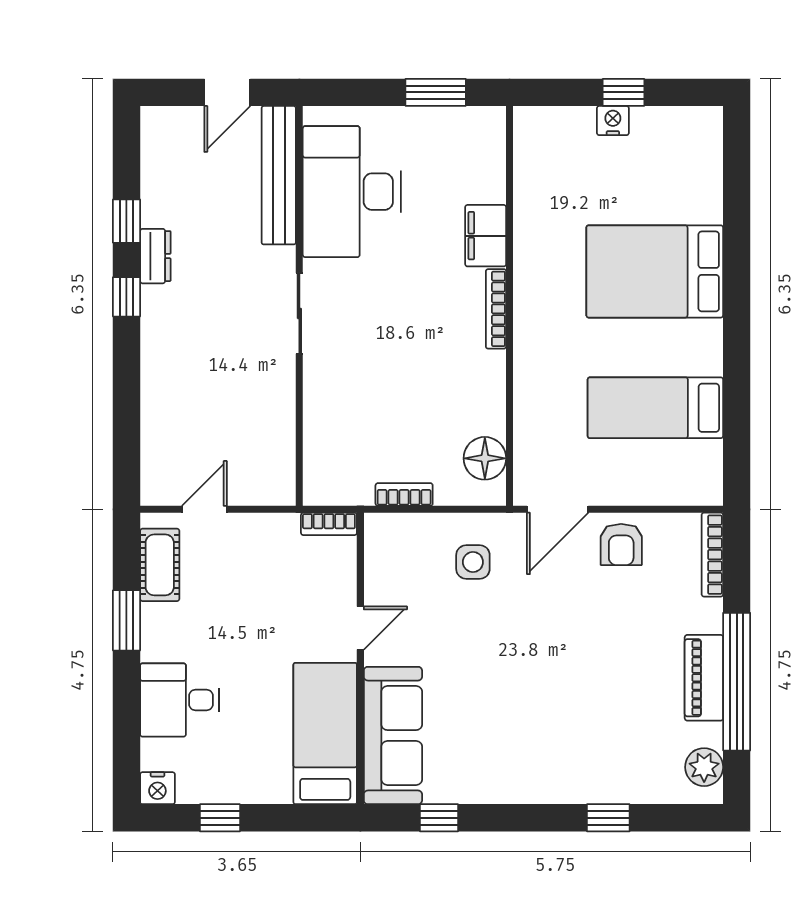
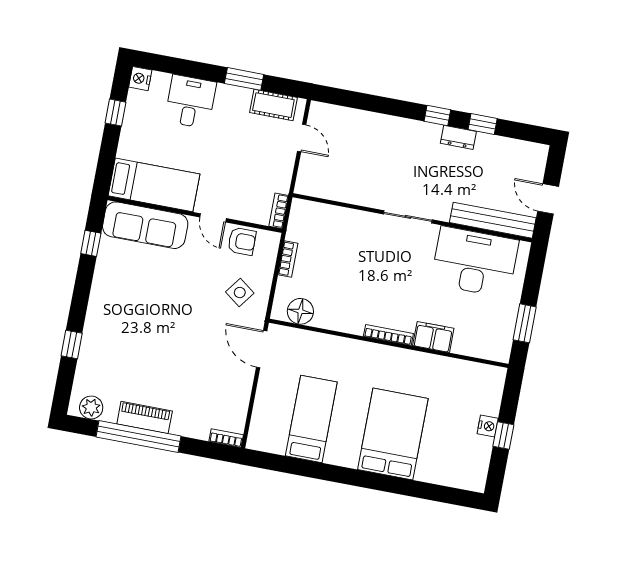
armchair: (621, 545) -> (242, 241), moved, turned 180
bookcase: (712, 555) -> (226, 438), width x0.64
side table: (473, 562) -> (240, 293), turned 37

